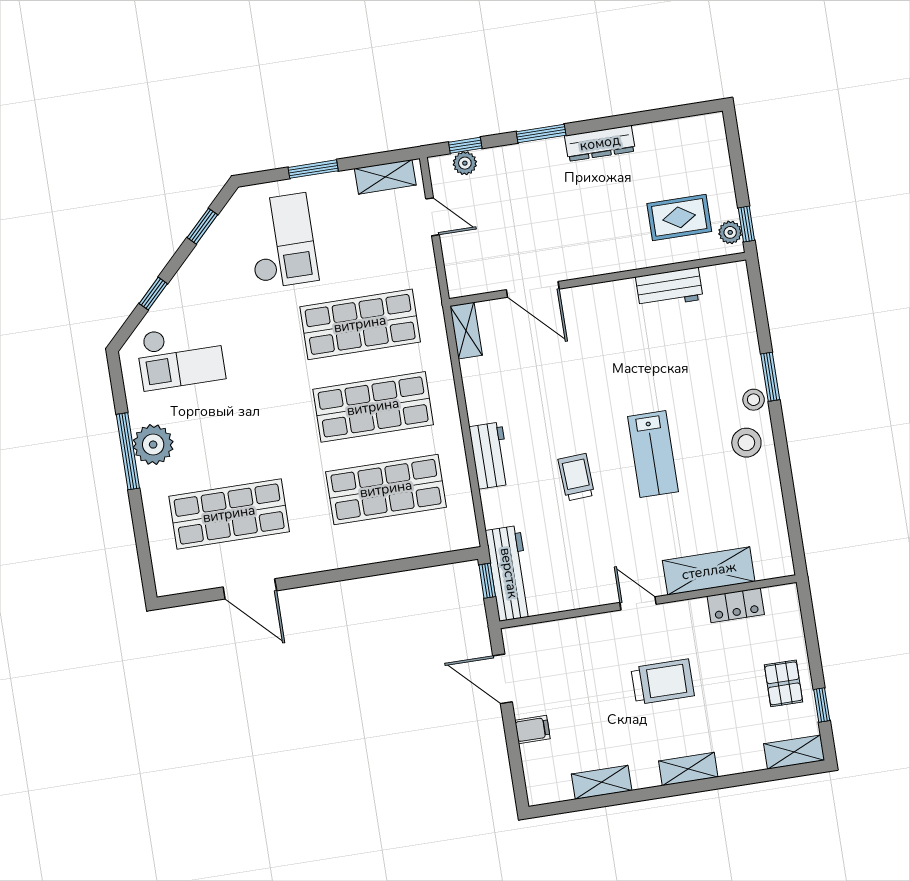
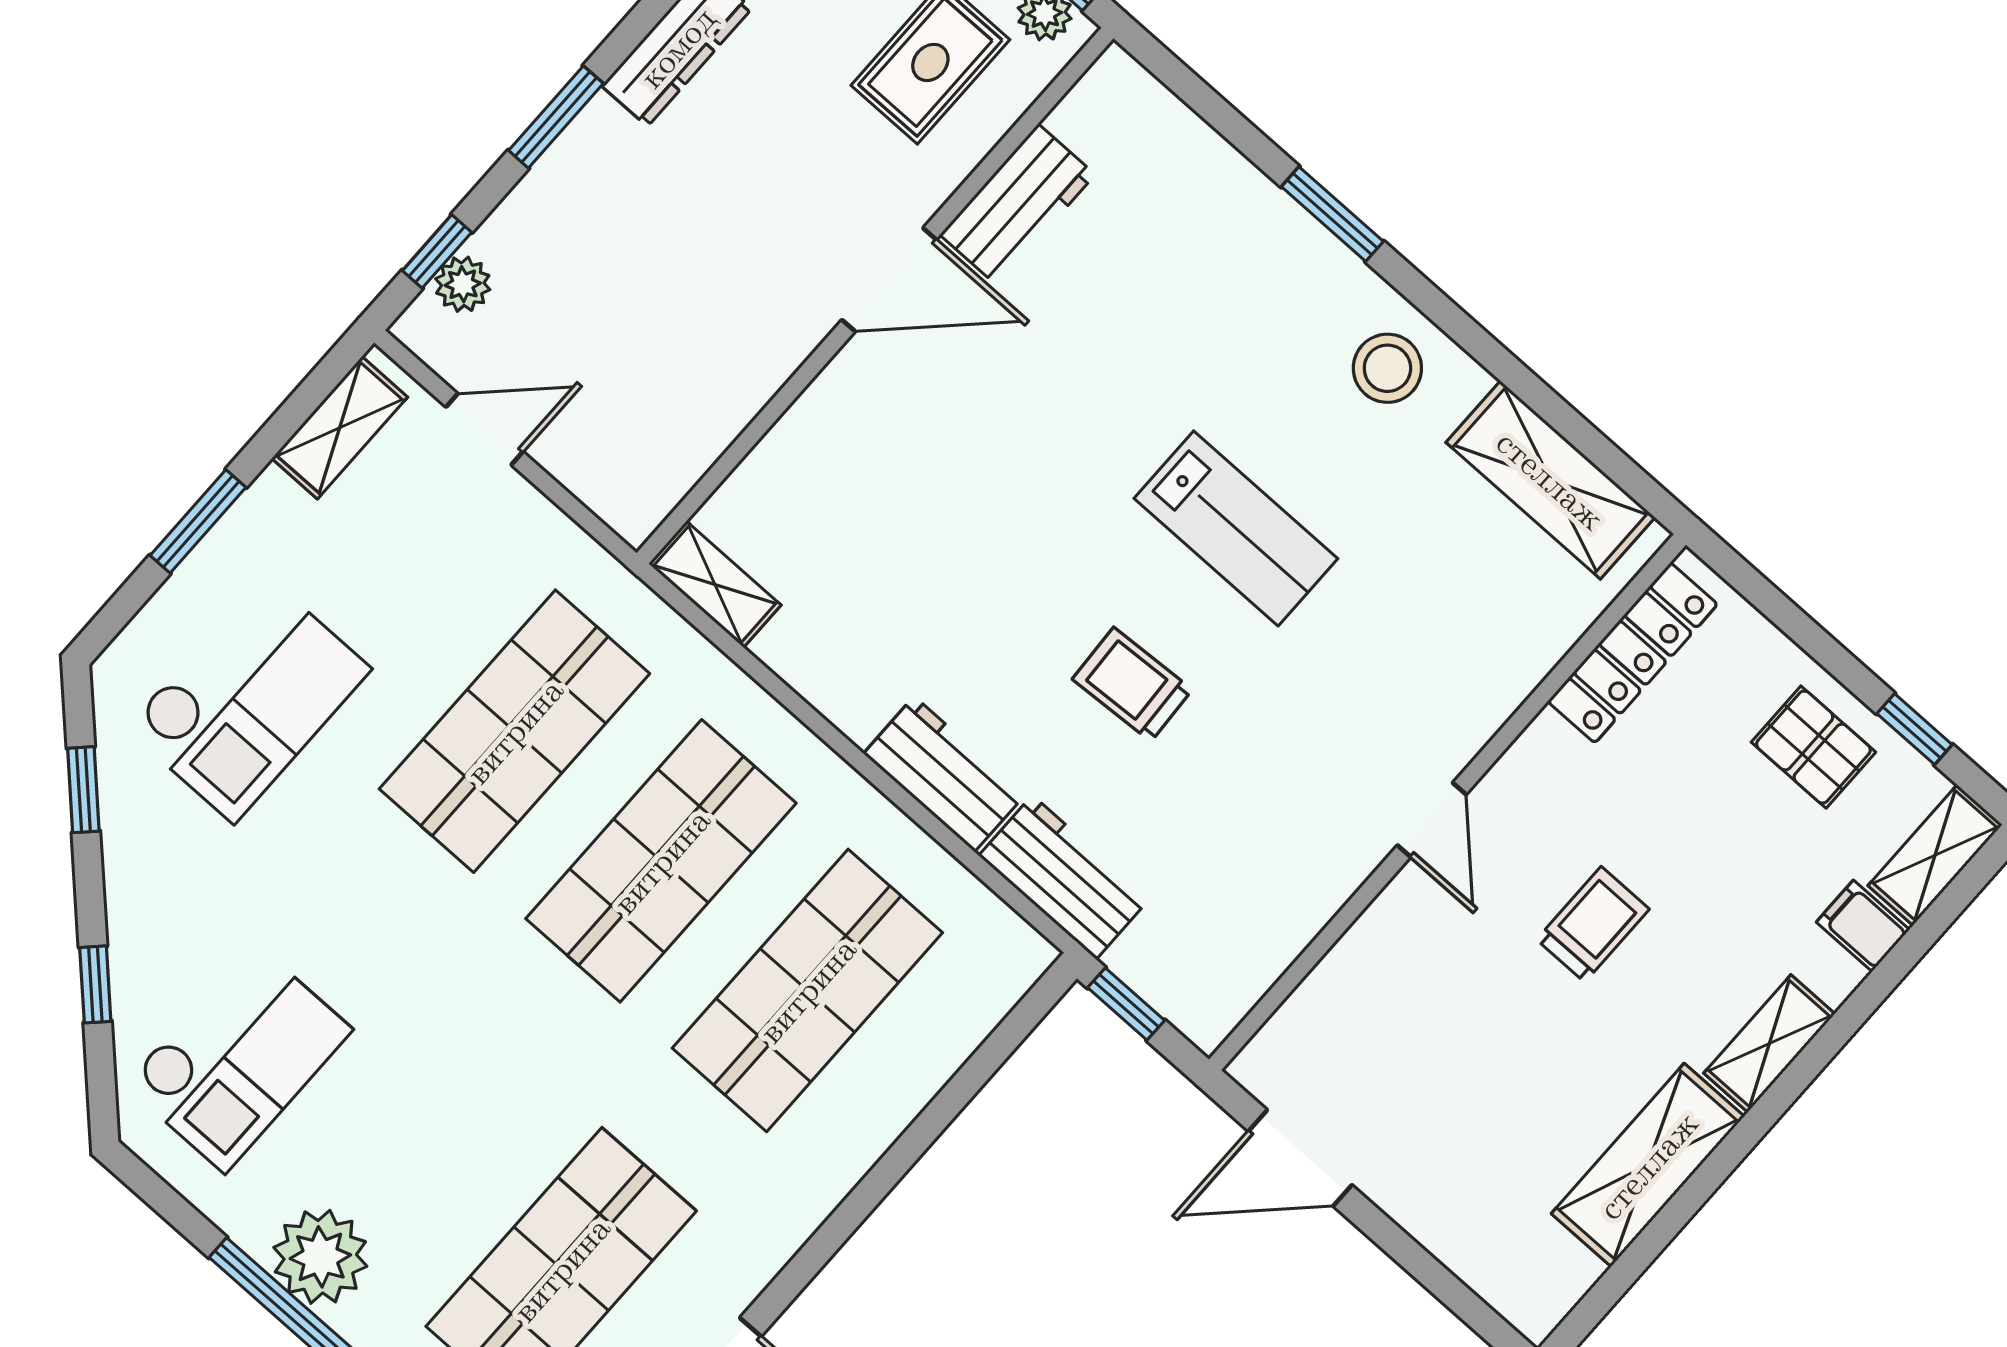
checkout: (282, 241) -> (248, 698), turned 90
door: (533, 289) -> (889, 280), moved
stool: (754, 400) -> (1336, 280), removed
shelving: (709, 571) -> (1551, 480), moved, turned 90
workbench: (509, 573) -> (1064, 877), moved, width x0.73
door: (638, 603) -> (1432, 820), swing flipped
locker: (736, 605) -> (1633, 653), width x1.53
trolley: (663, 682) -> (1593, 924), width x0.73, depth x0.72
filing cabinet: (532, 729) -> (1863, 926), moved, turned -90
shelving: (602, 782) -> (1648, 1165), width x1.50, depth x1.33

